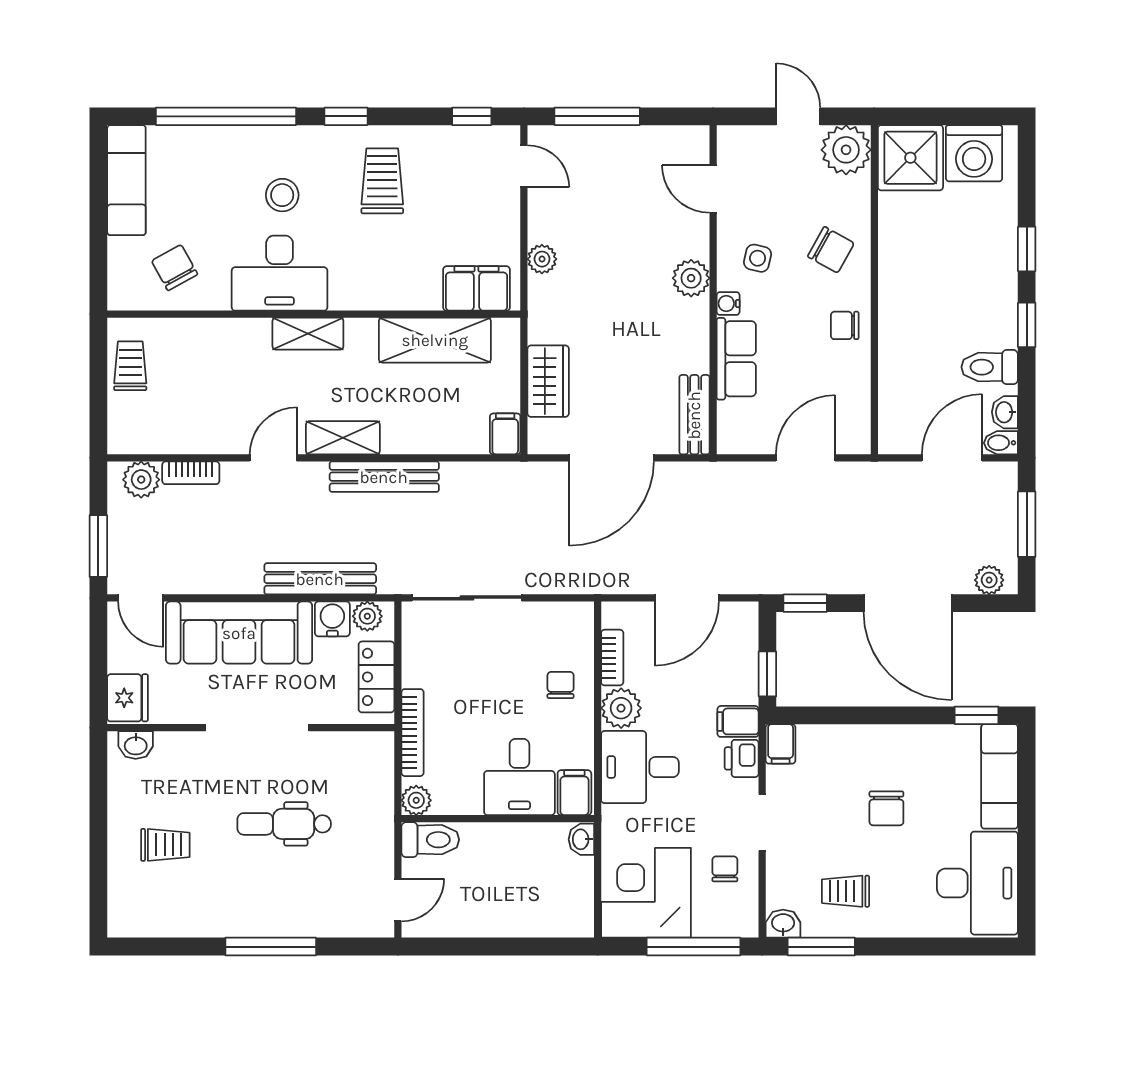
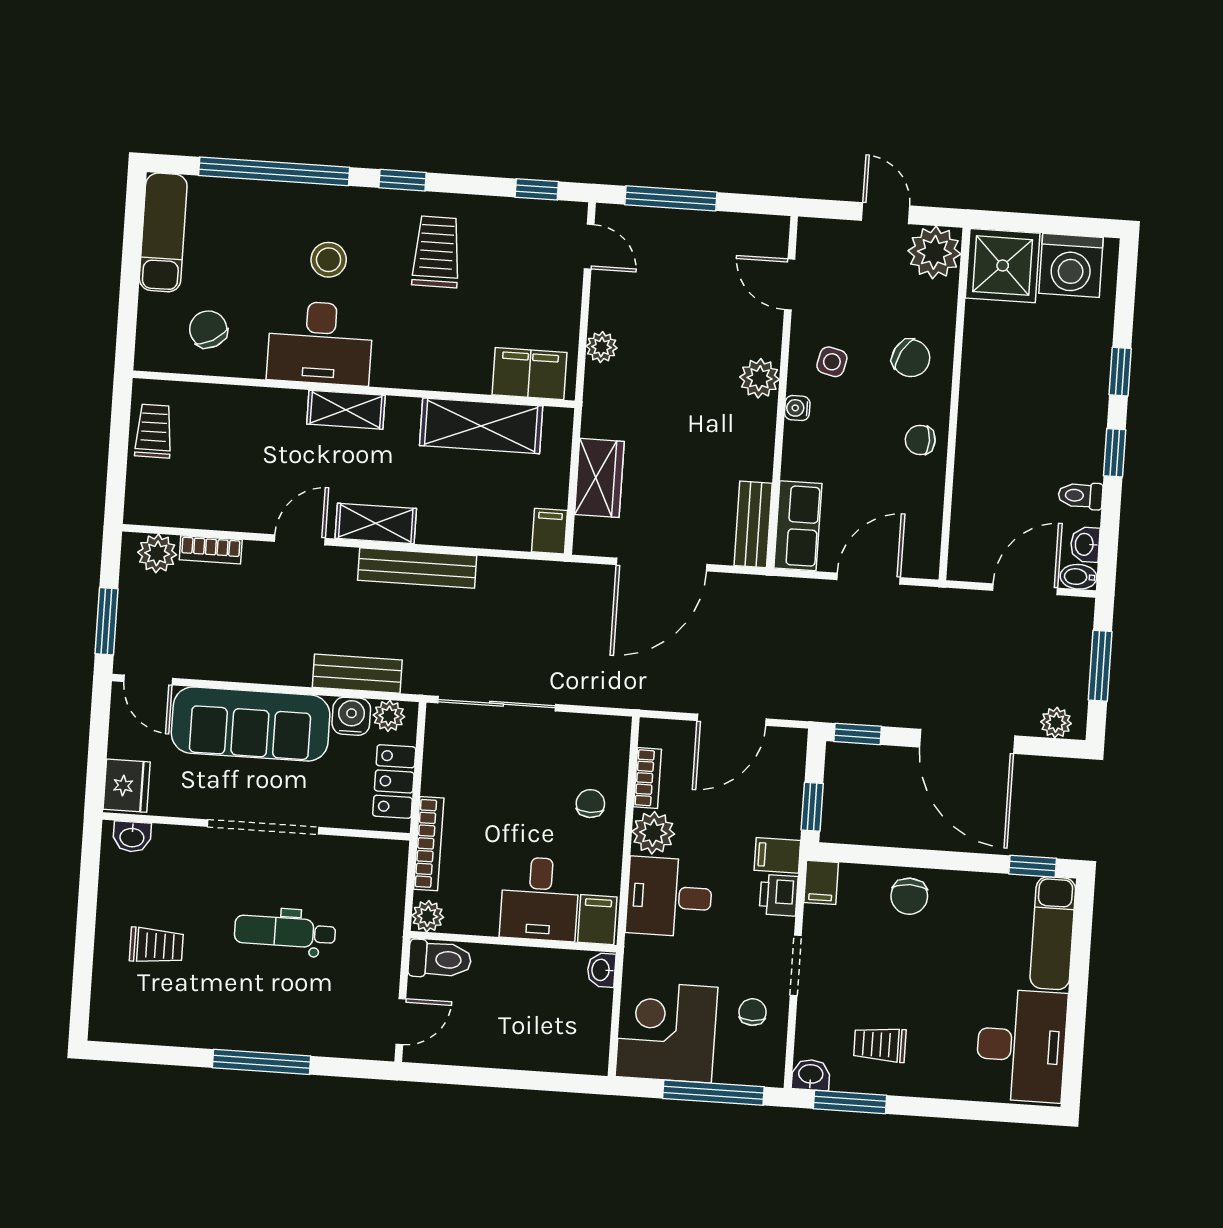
row of seats: (736, 359) -> (798, 526), moved
toilet: (990, 367) -> (1080, 496), width x0.73, depth x0.72
bench: (320, 579) -> (357, 674), width x0.73
chair: (886, 808) -> (909, 896), moved

